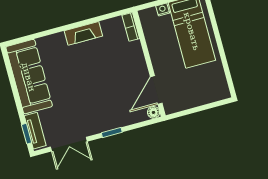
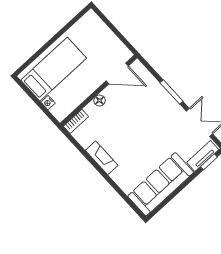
floor lamp: (154, 112) -> (99, 100), moved
window: (112, 133) -> (171, 92), width x1.50

